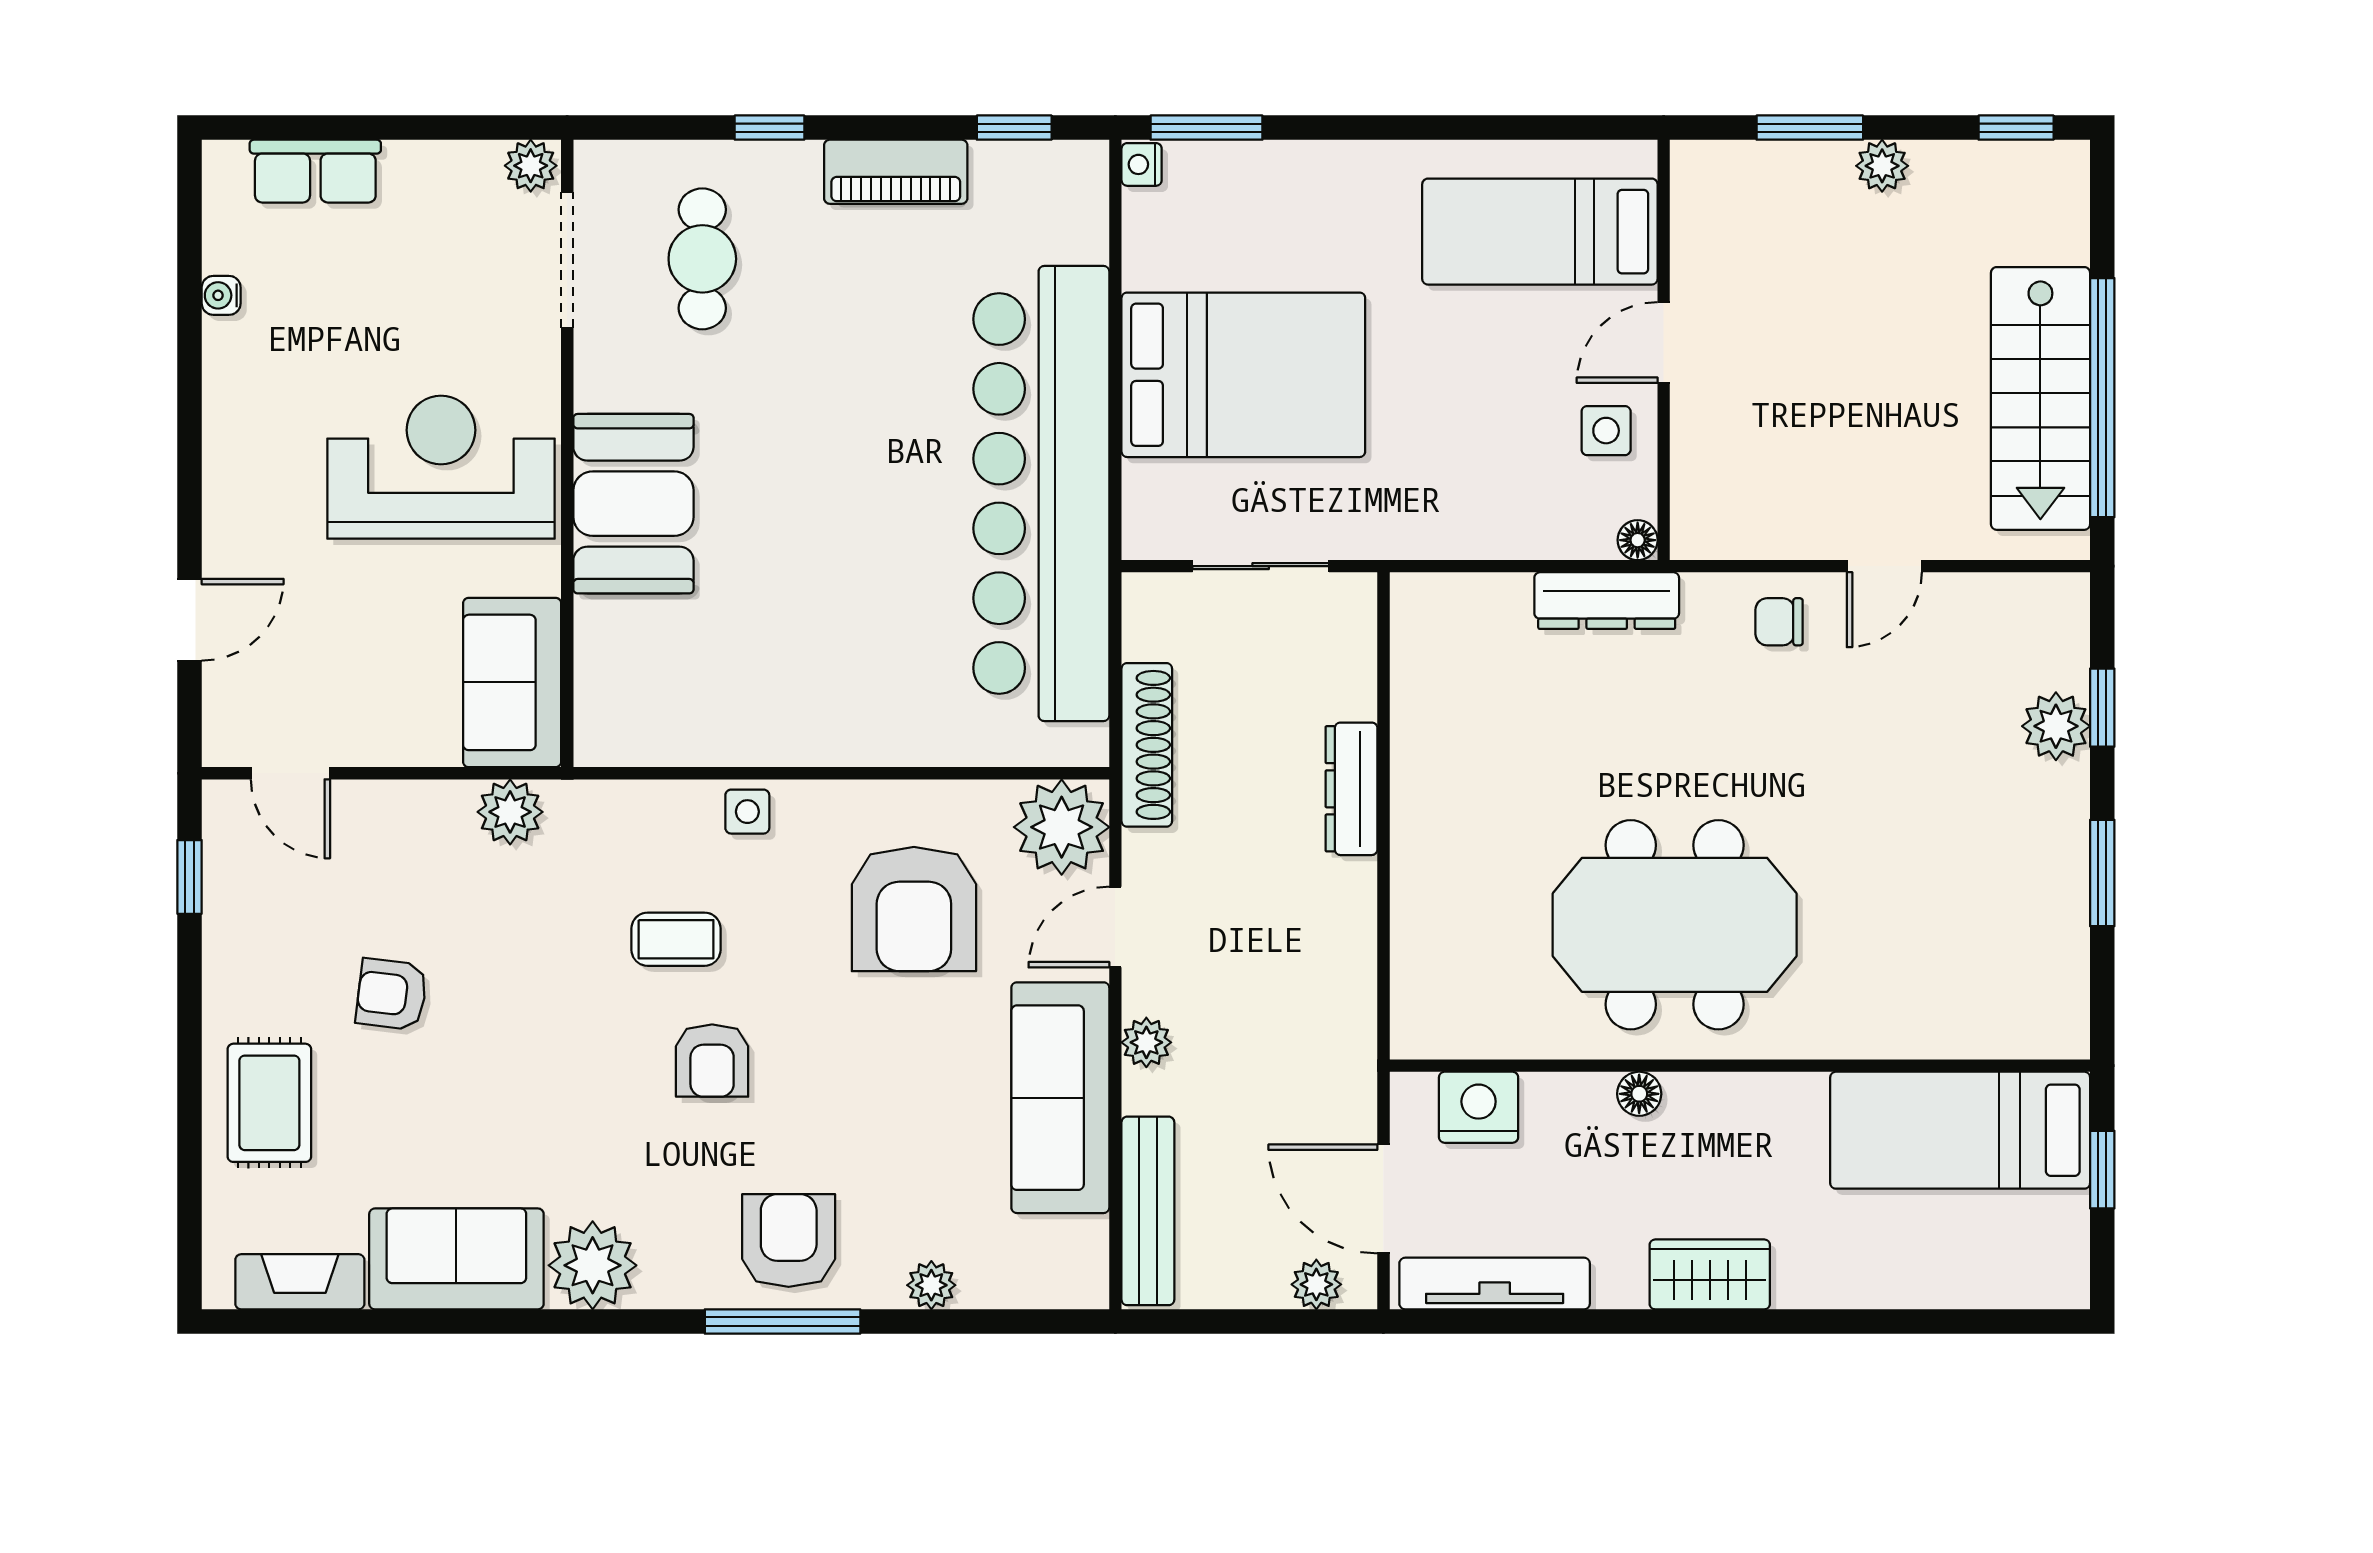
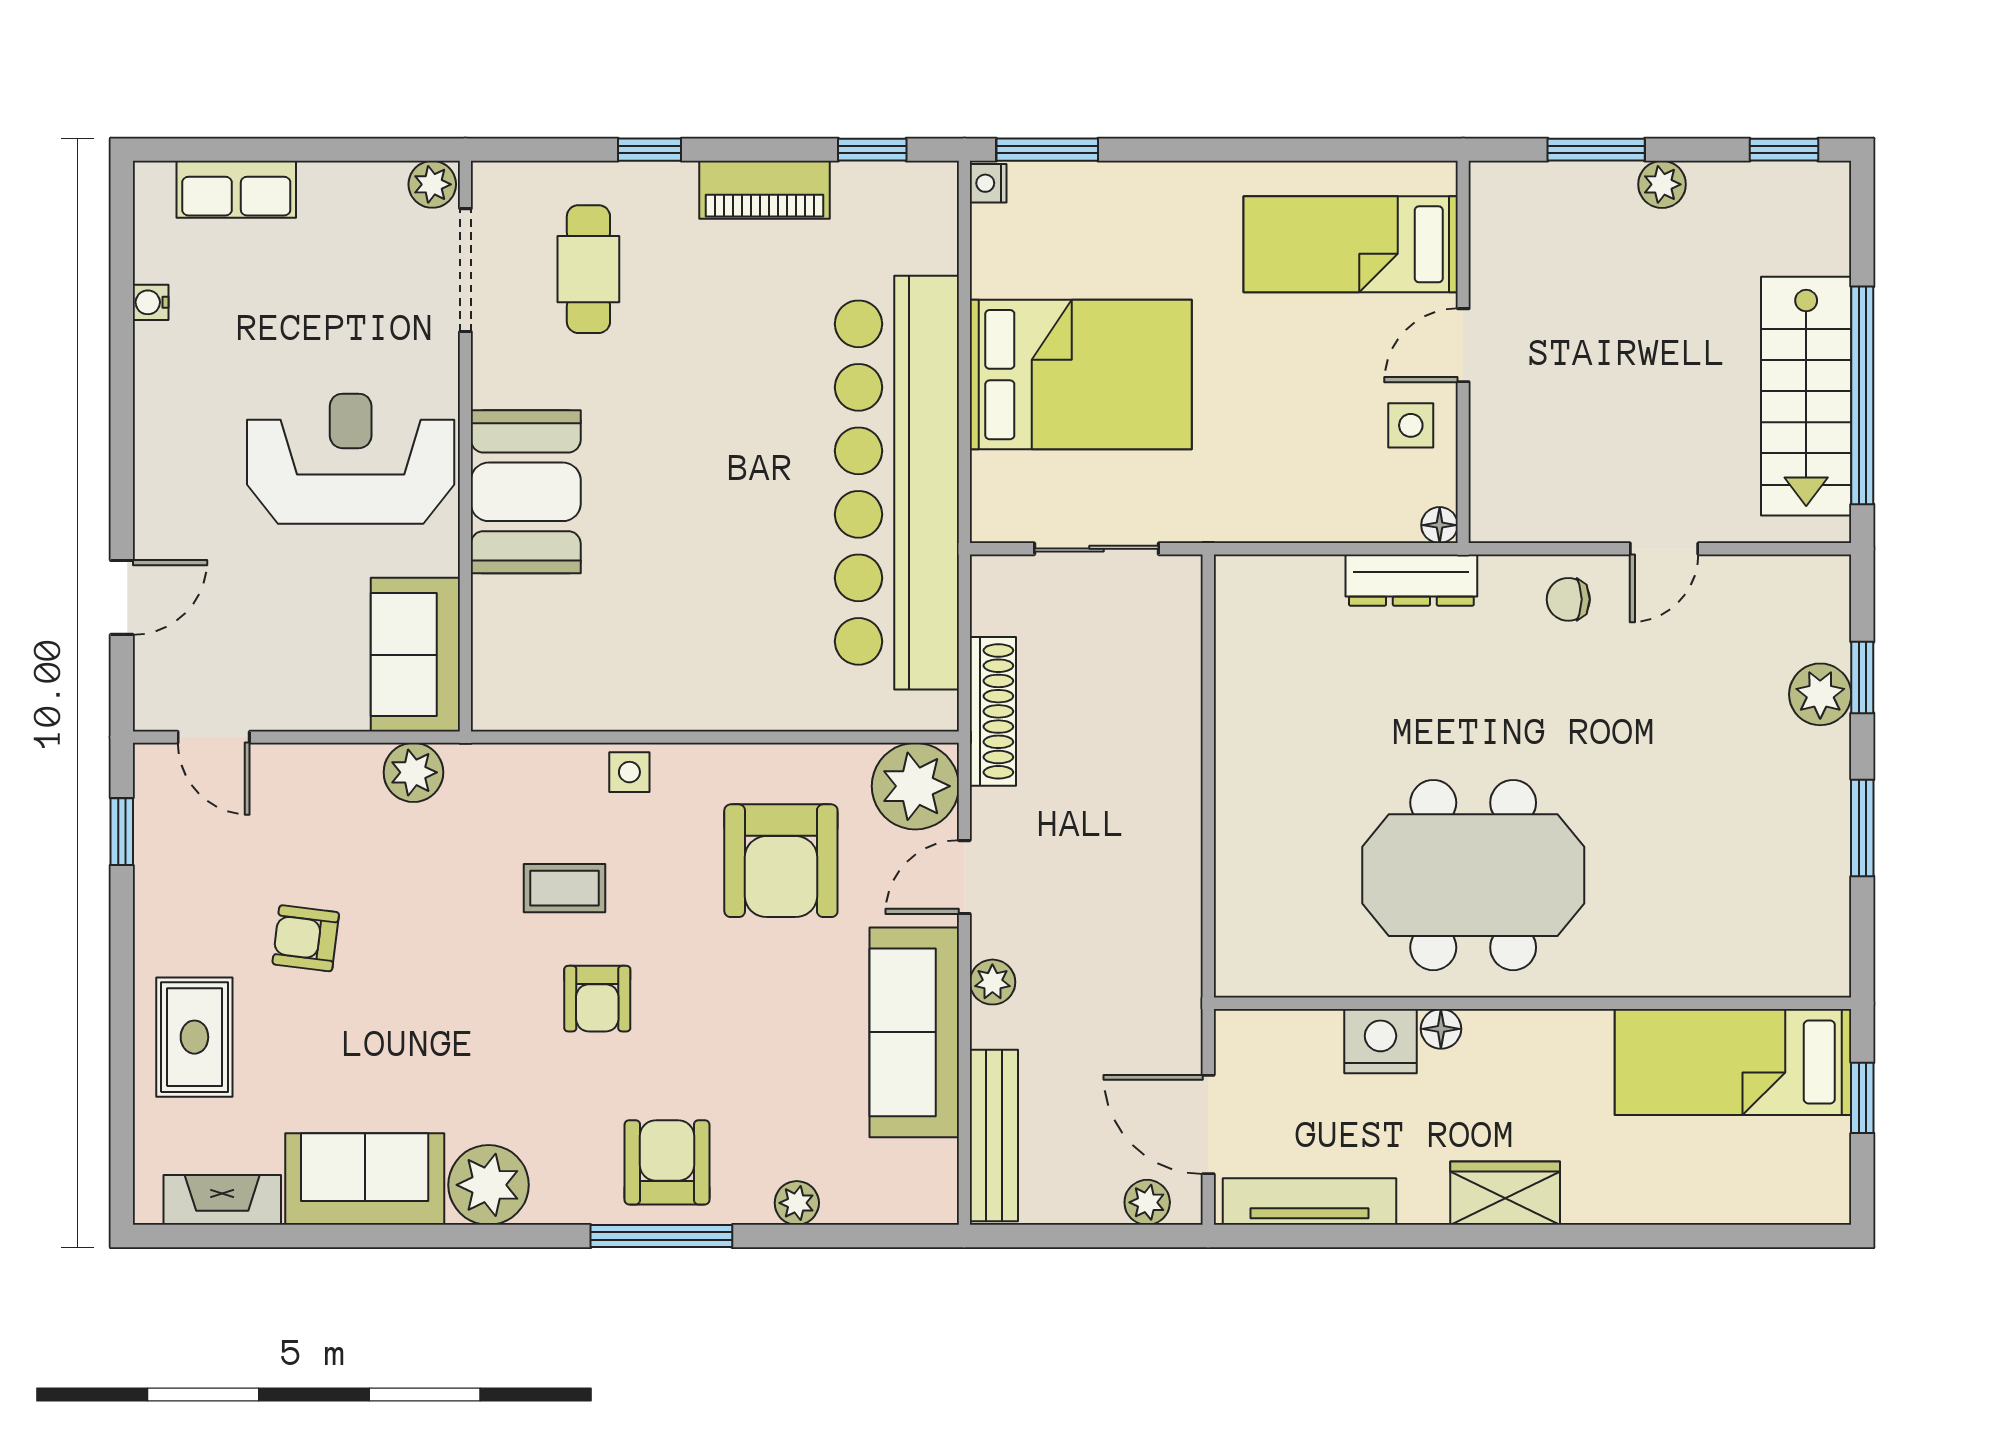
dresser: (1351, 789) -> (1179, 751), removed
nightstand: (1479, 1107) -> (1380, 1041), moved

